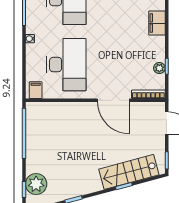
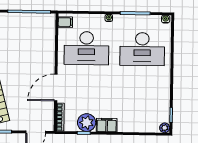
filing cabinet: (157, 23) -> (107, 125), moved
plant: (159, 68) -> (87, 123), width x1.87, depth x1.87

